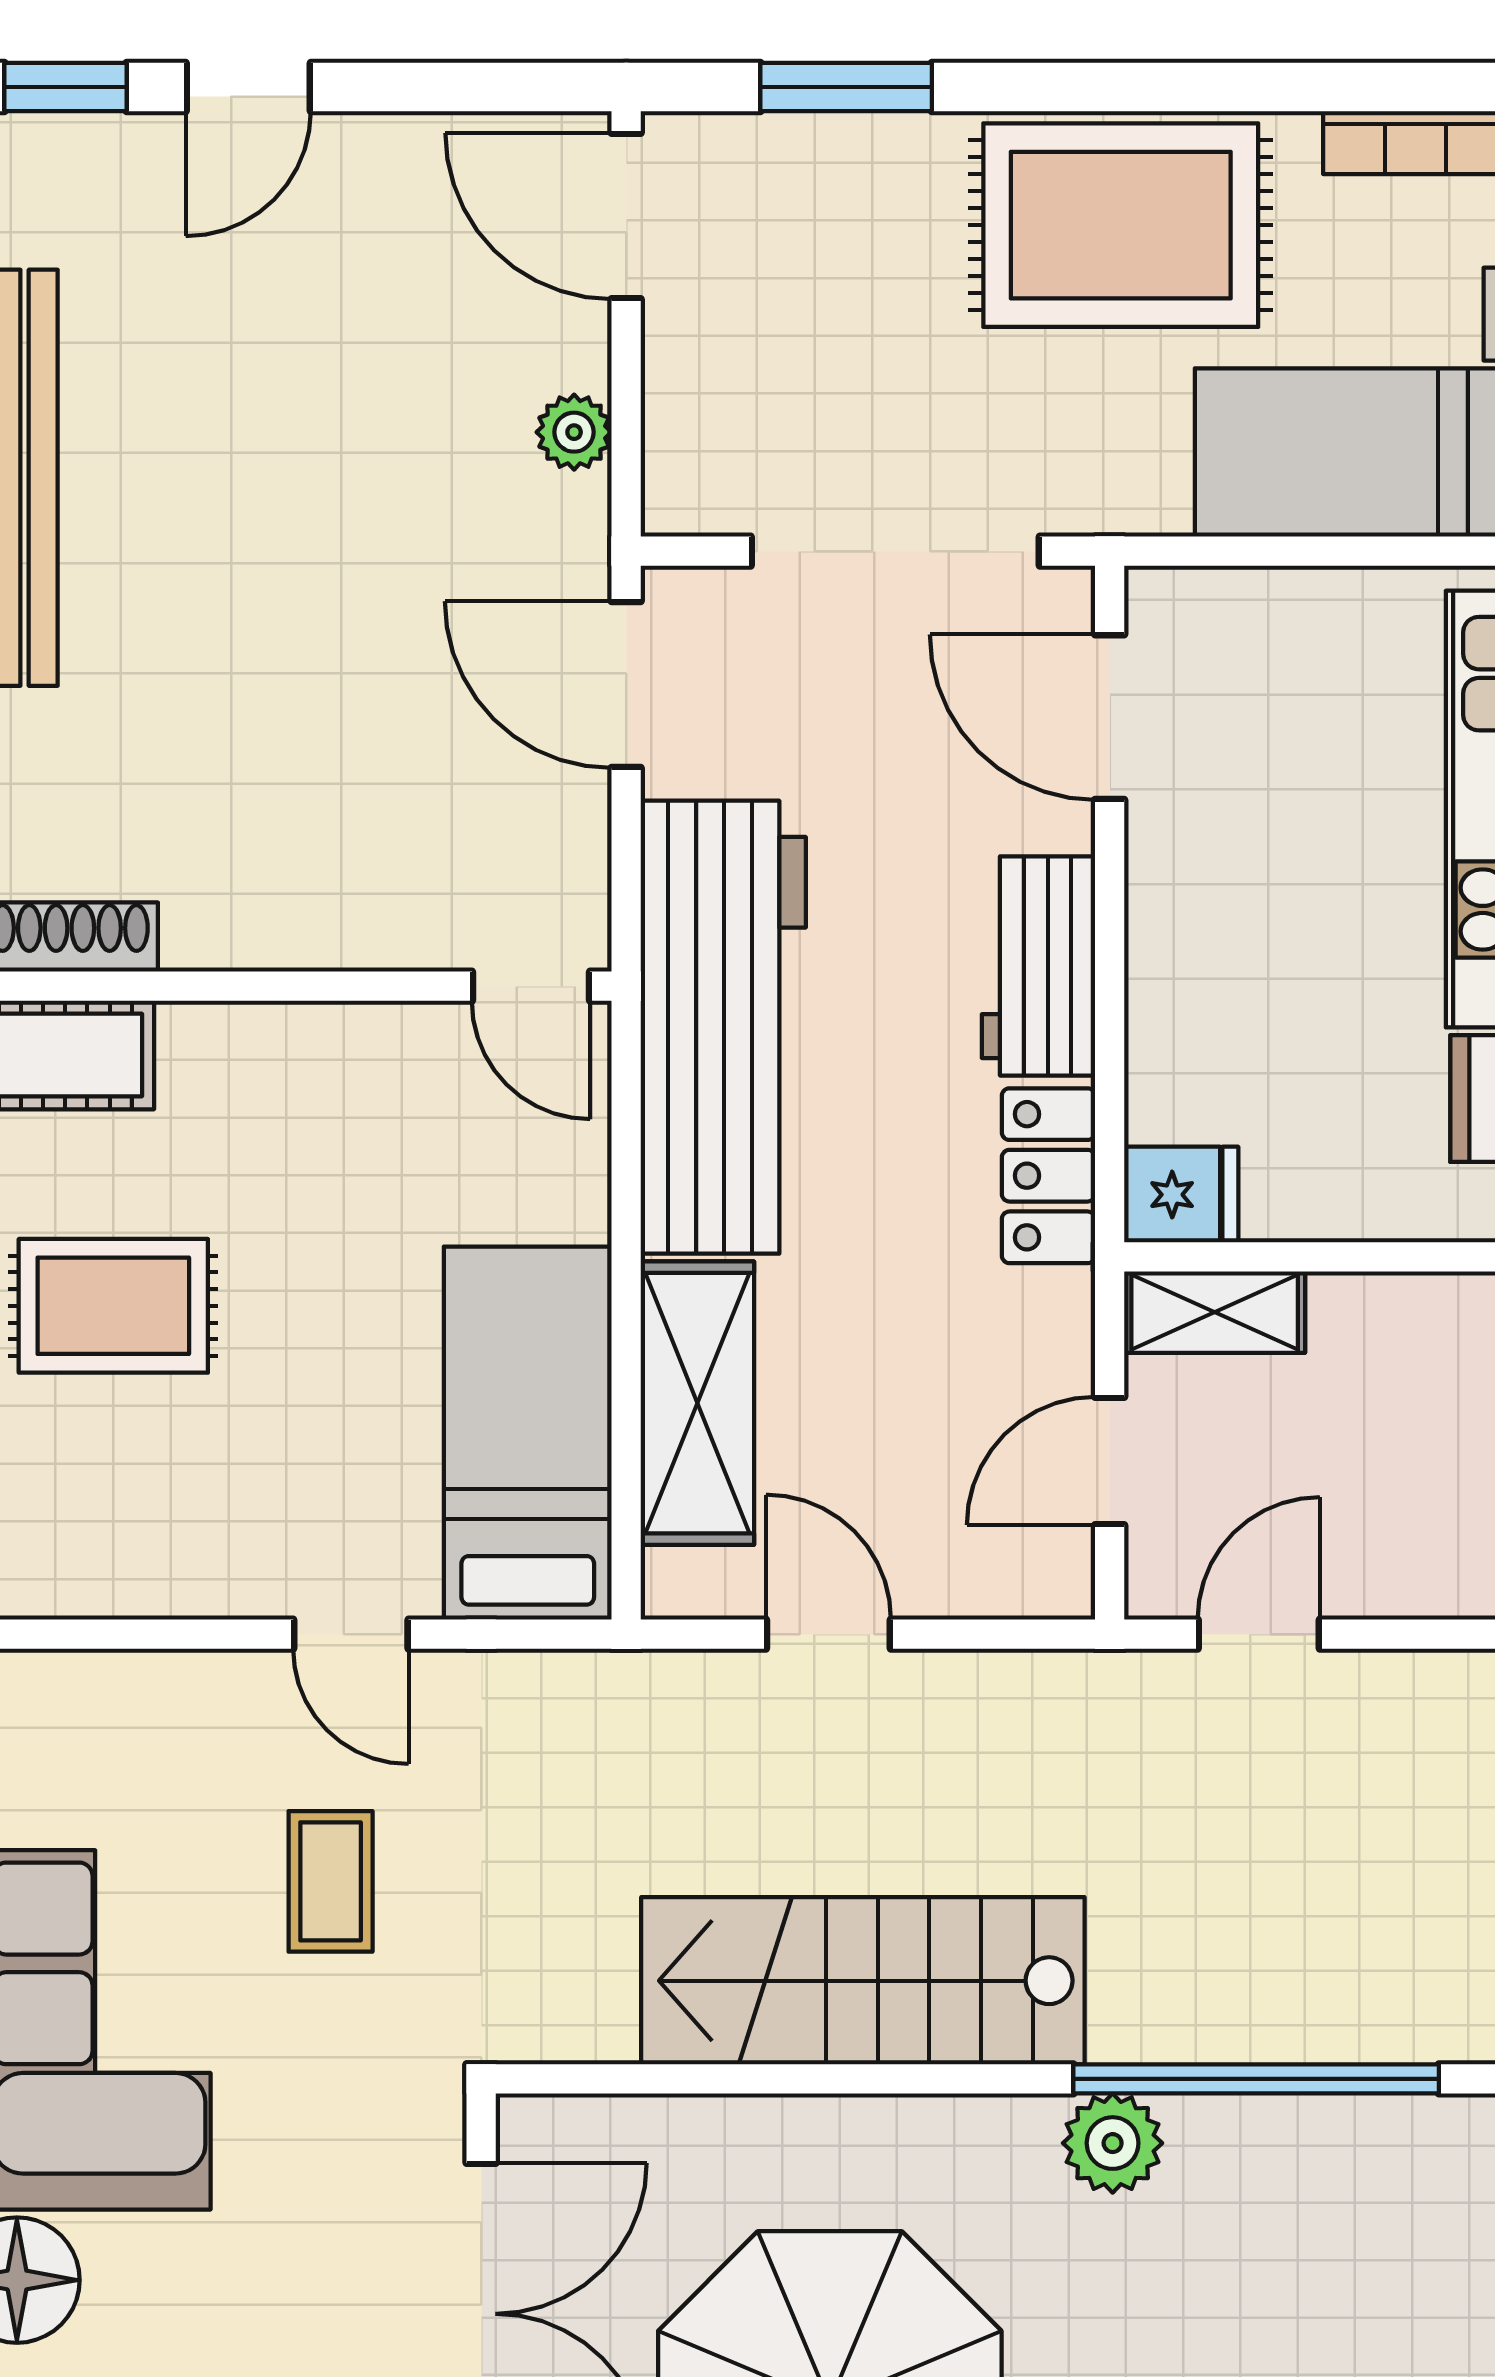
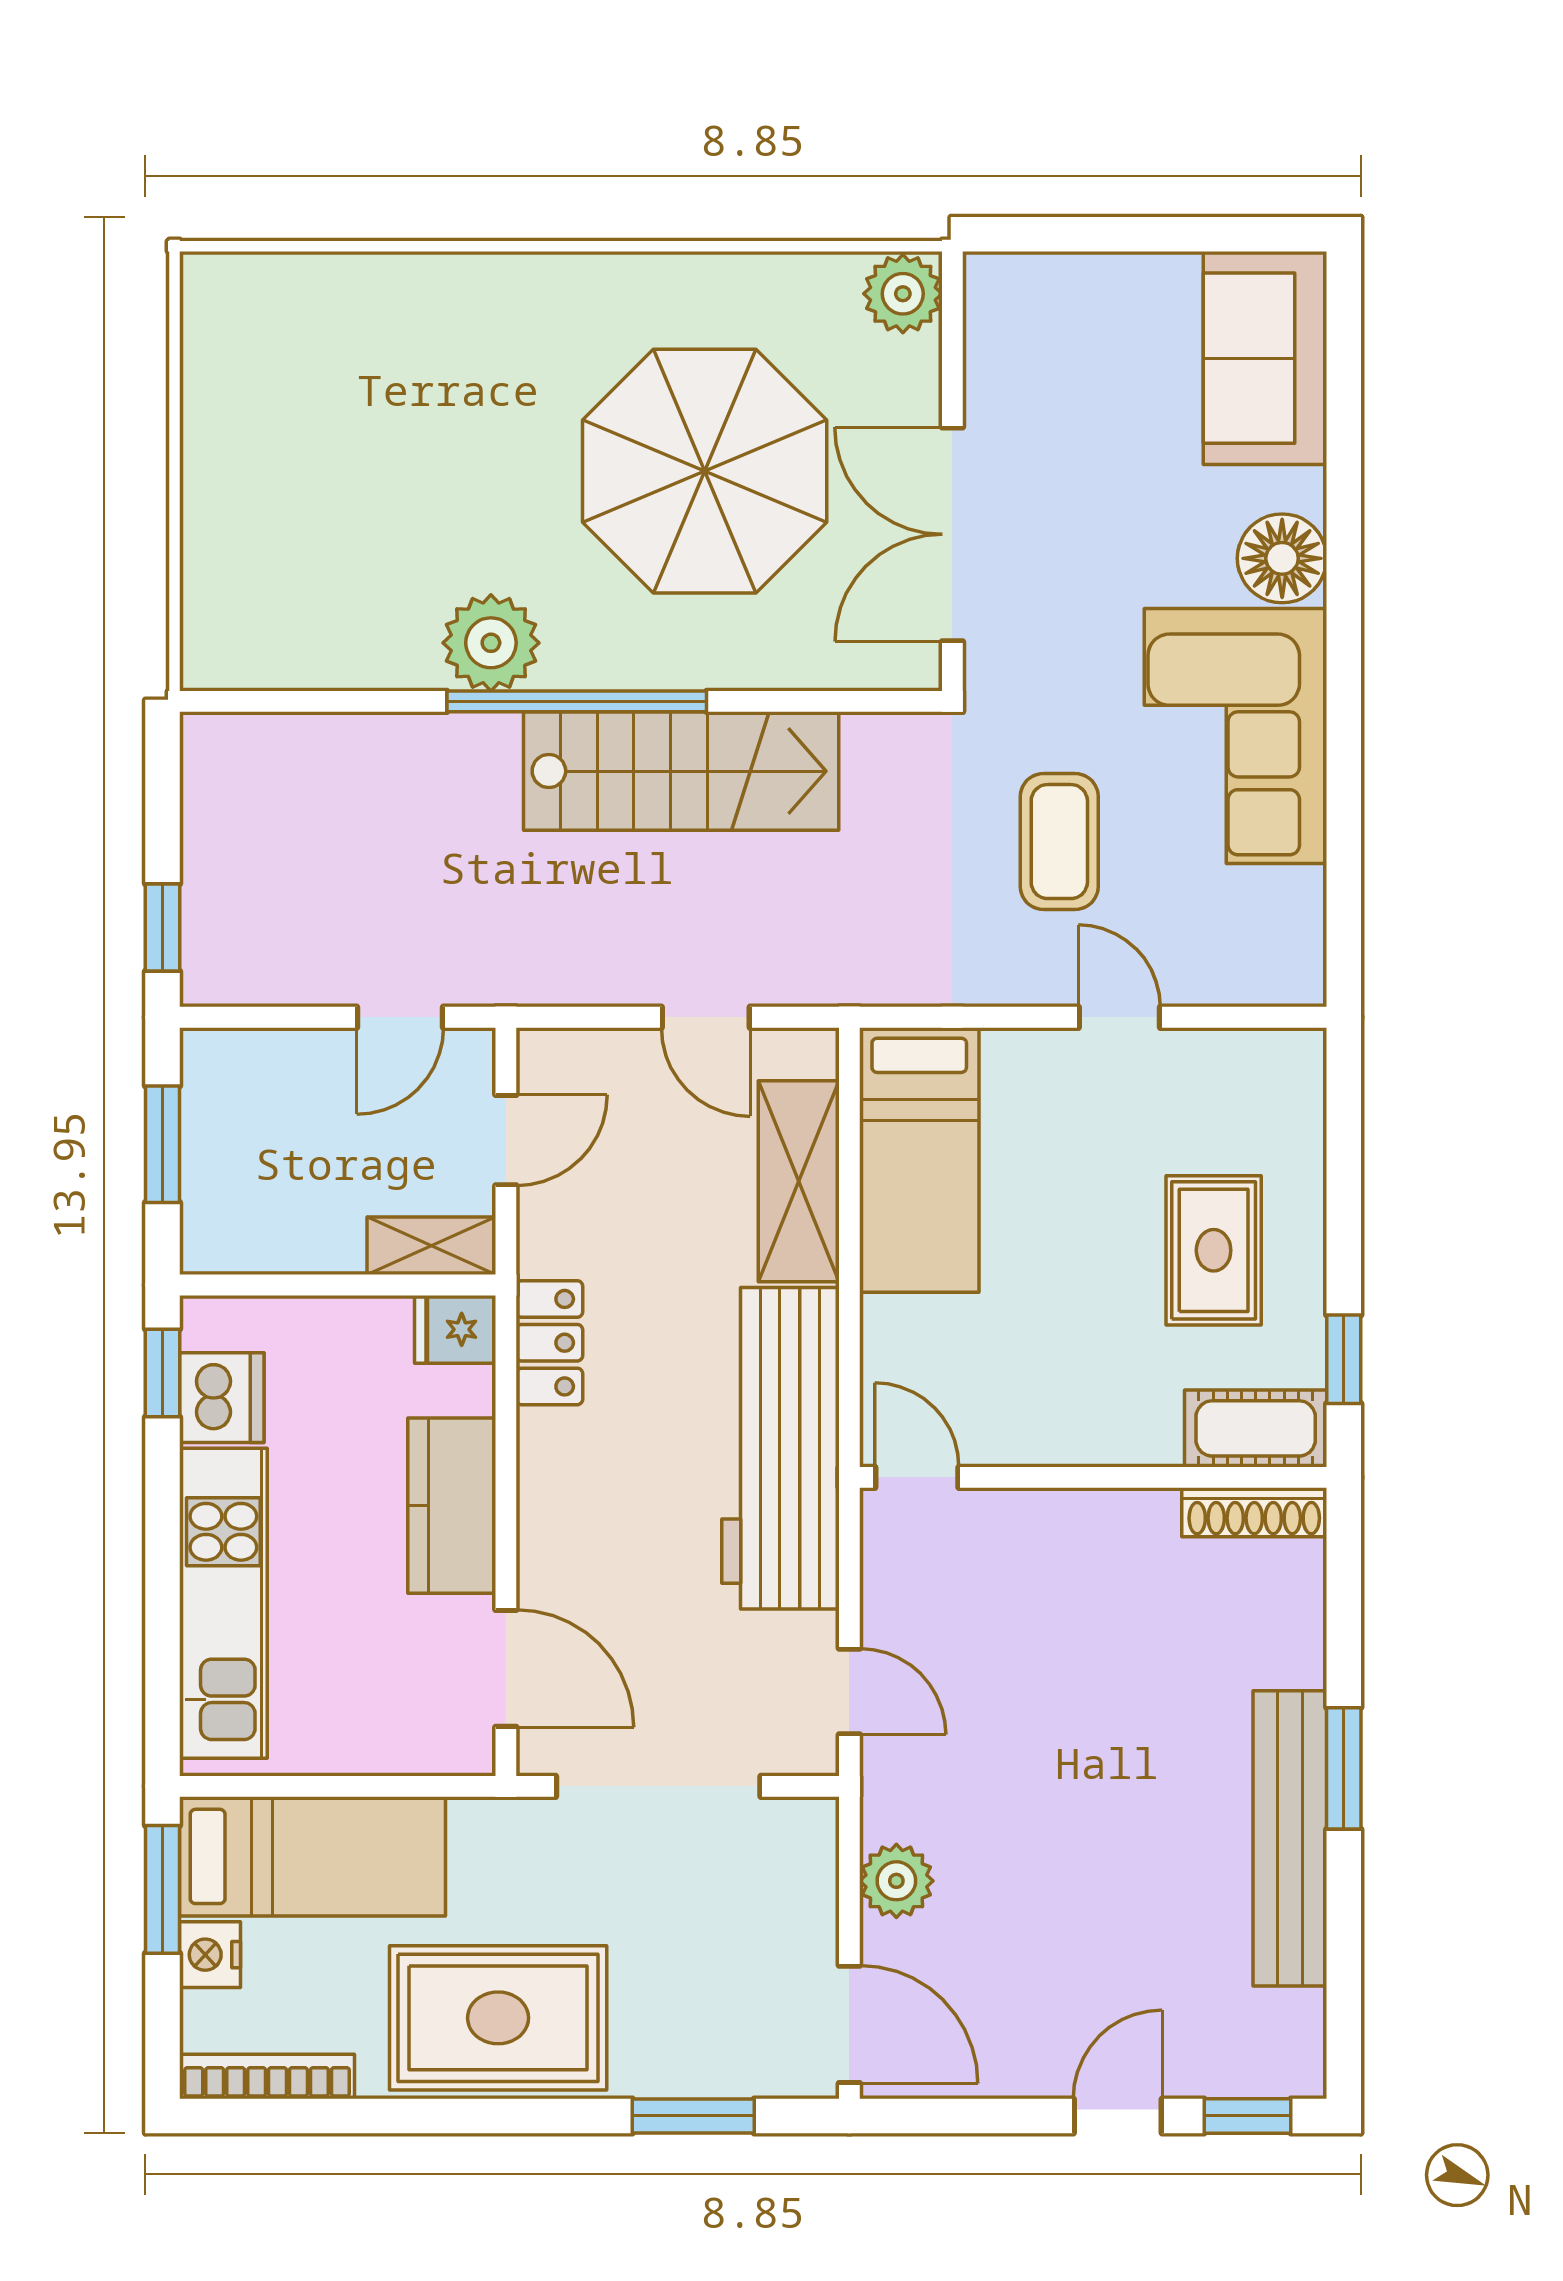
plant: (574, 432) -> (896, 1881), width x1.38, depth x1.38
door: (626, 685) -> (849, 1692), width x0.73
kitchen counter: (1186, 946) -> (452, 1506), added
workbench: (1038, 966) -> (556, 1492), removed
rug: (113, 1306) -> (1214, 1250), turned 90
door: (351, 1634) -> (1119, 1017), moved
coffee table: (331, 1881) -> (1059, 842), width x1.36, depth x1.30
window: (1256, 2079) -> (577, 701), moved
plant: (1113, 2143) -> (491, 643), width x1.36, depth x1.36

